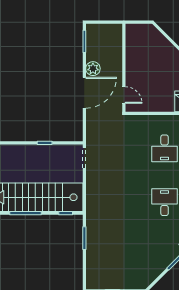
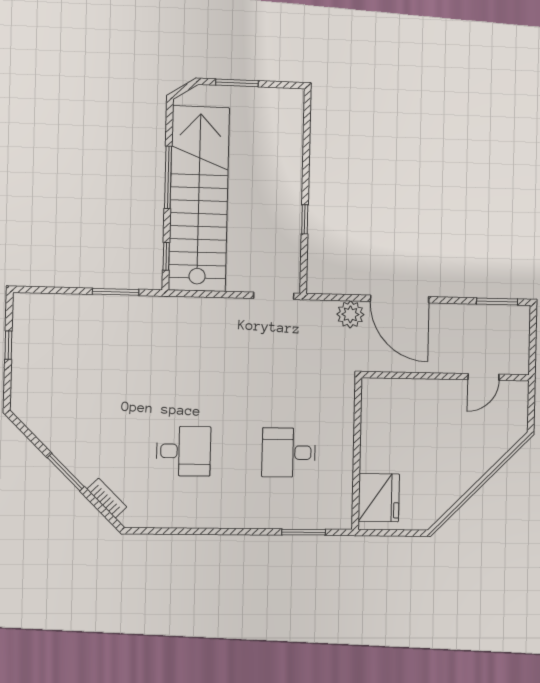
plant: (93, 69) -> (350, 314), moved
door: (124, 95) -> (483, 377), moved

